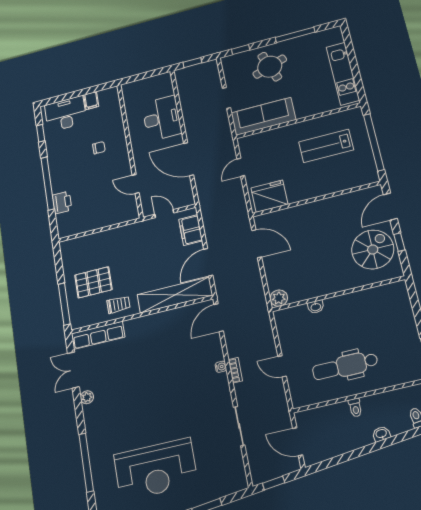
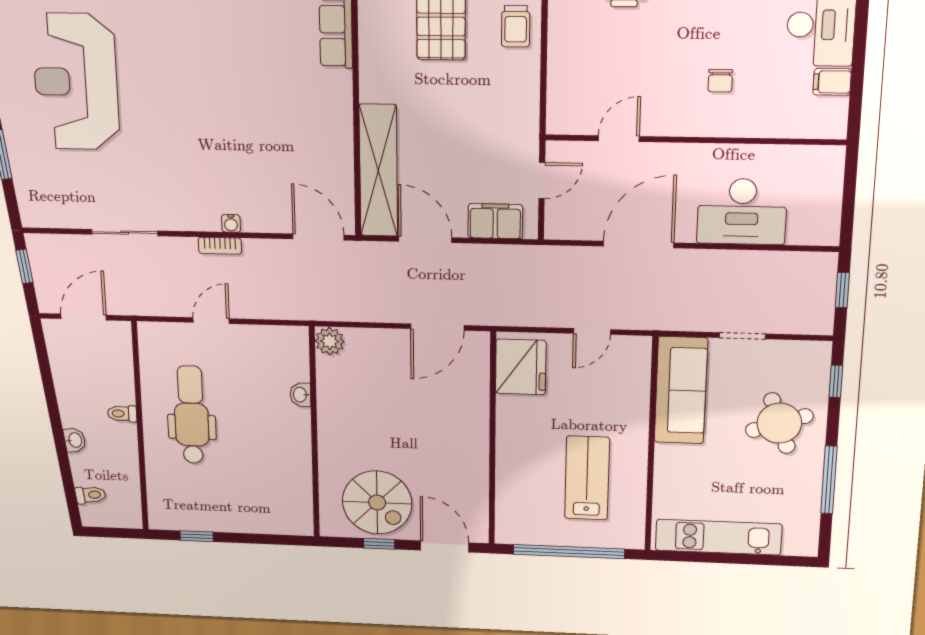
door: (241, 167) -> (592, 331), swing flipped
trolley: (118, 305) -> (516, 26), moved

